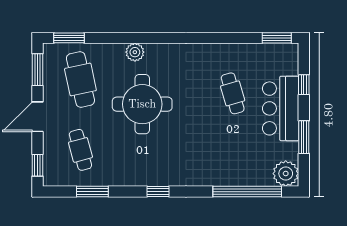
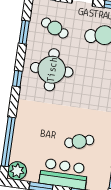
round table: (142, 104) -> (52, 70), moved
cafe table: (80, 150) -> (55, 28), turned 39

